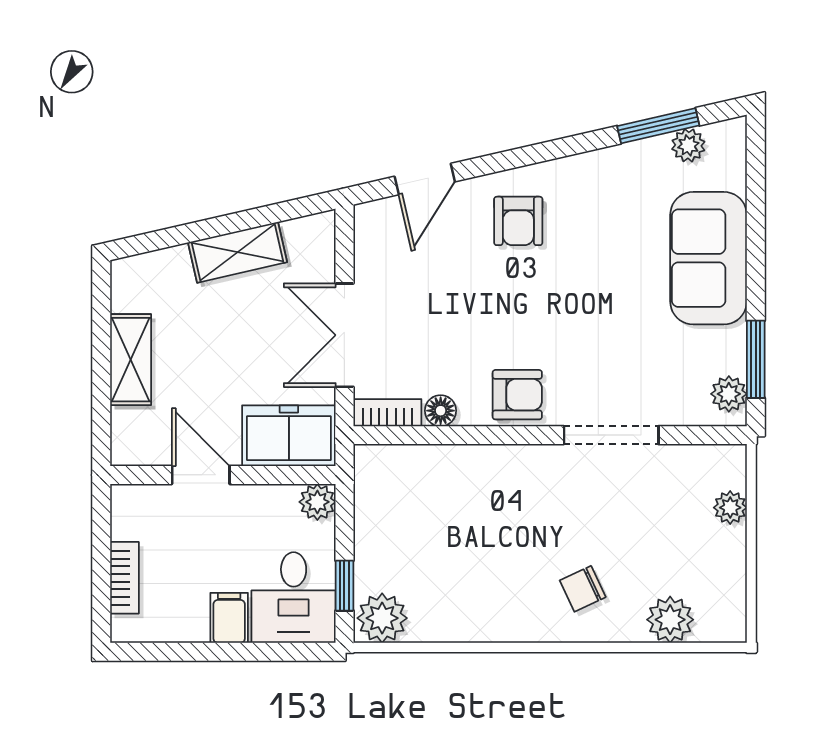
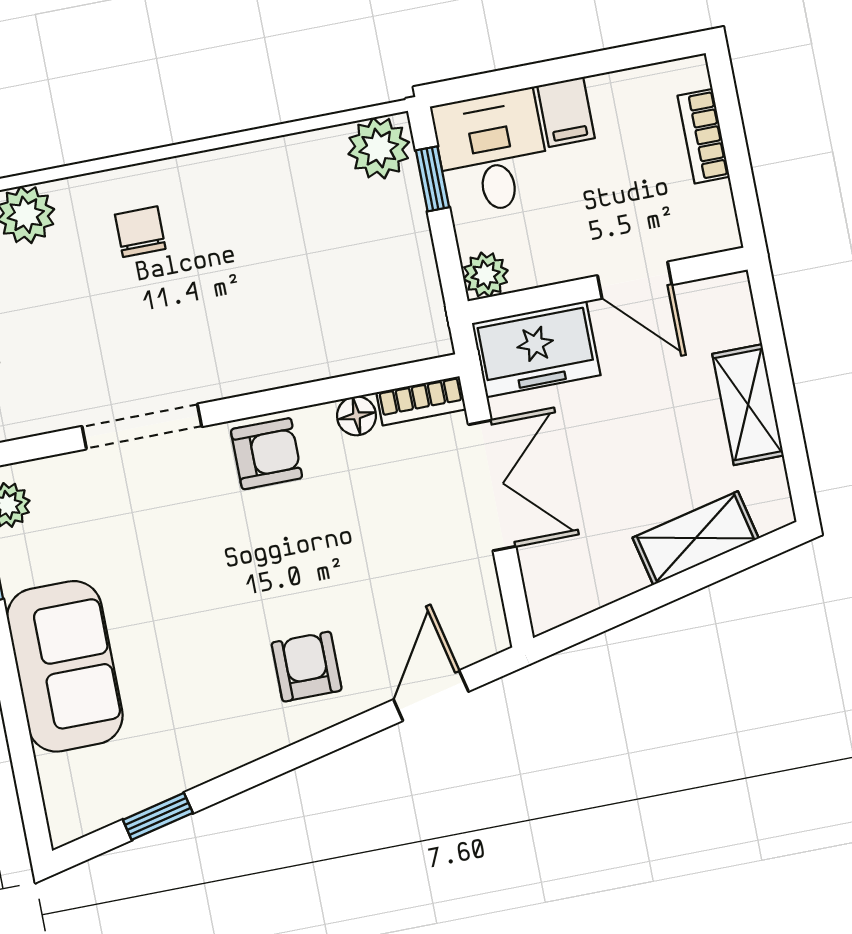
window: (658, 126) -> (158, 816), width x0.67
plant: (688, 145) -> (116, 800), removed
shelving: (237, 252) -> (696, 538), moved
armchair: (517, 395) -> (266, 454), turned 180
chair: (583, 589) -> (140, 232), turned -65

